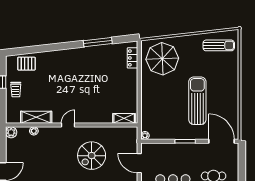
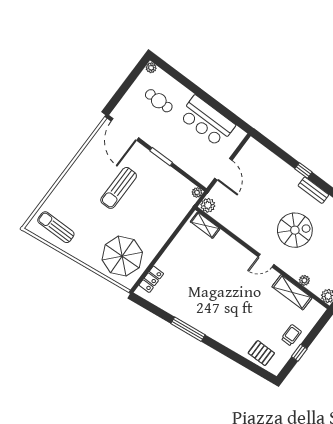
window: (98, 42) -> (188, 329), moved
sun lounger: (197, 101) -> (119, 188), width x0.73, depth x0.75
plant: (132, 133) -> (208, 205), added
spiral stairs: (92, 156) -> (295, 230), moved

